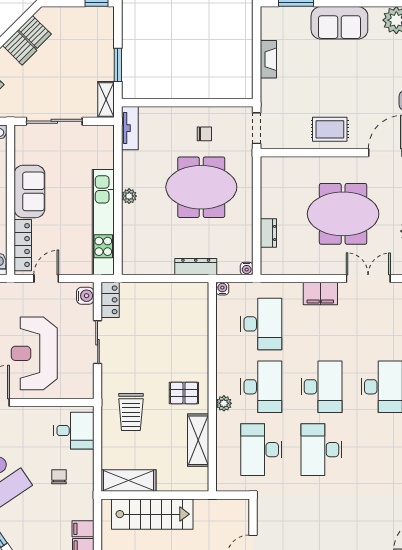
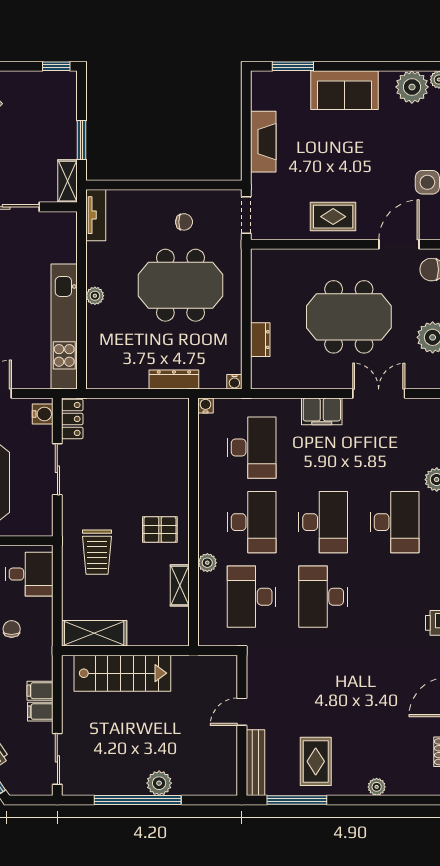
fireplace: (268, 59) -> (263, 142), width x1.37, depth x1.32
plant: (224, 403) -> (207, 563), moved
shelving: (198, 440) -> (180, 585), width x0.67, depth x0.75

